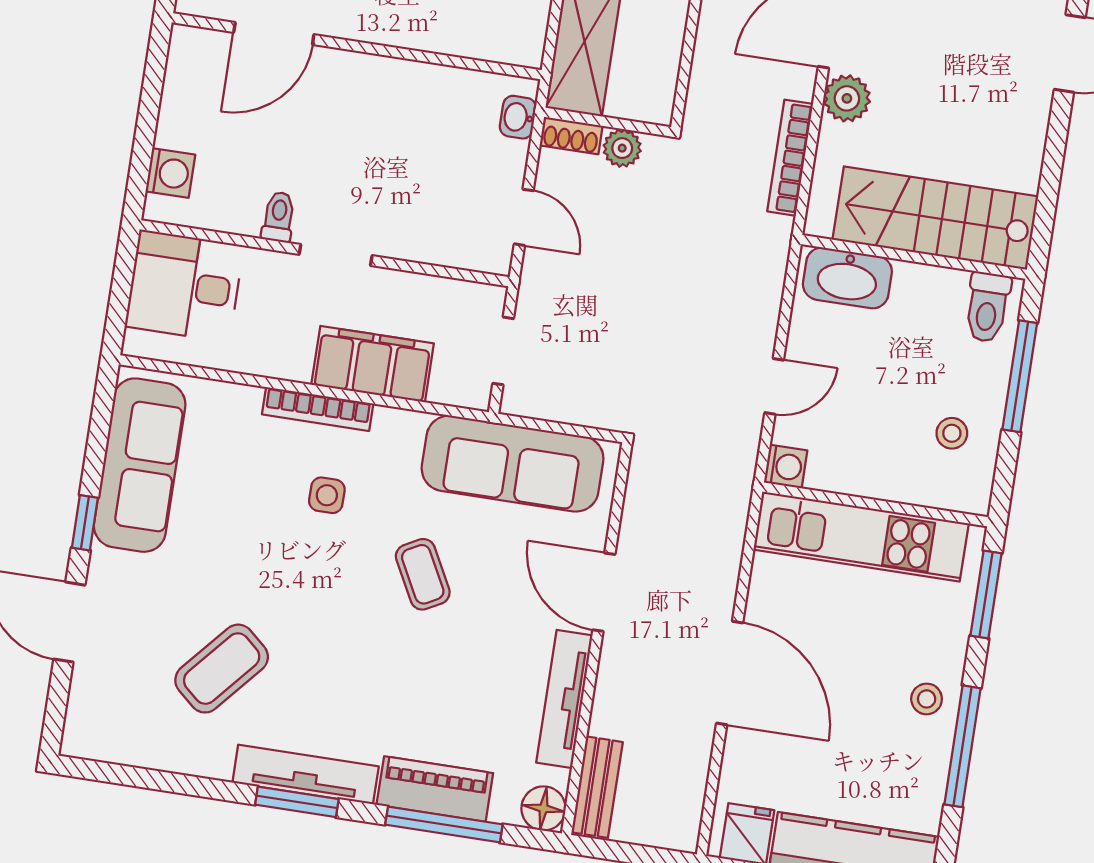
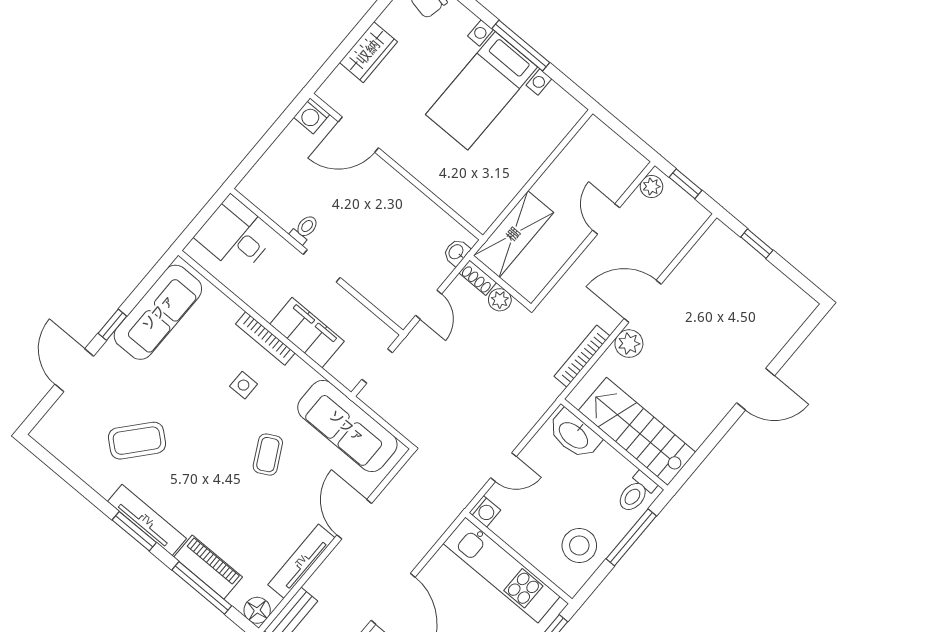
washing machine: (170, 173) -> (312, 116), moved, turned 90
stool: (952, 433) -> (579, 545), width x1.89, depth x1.89

